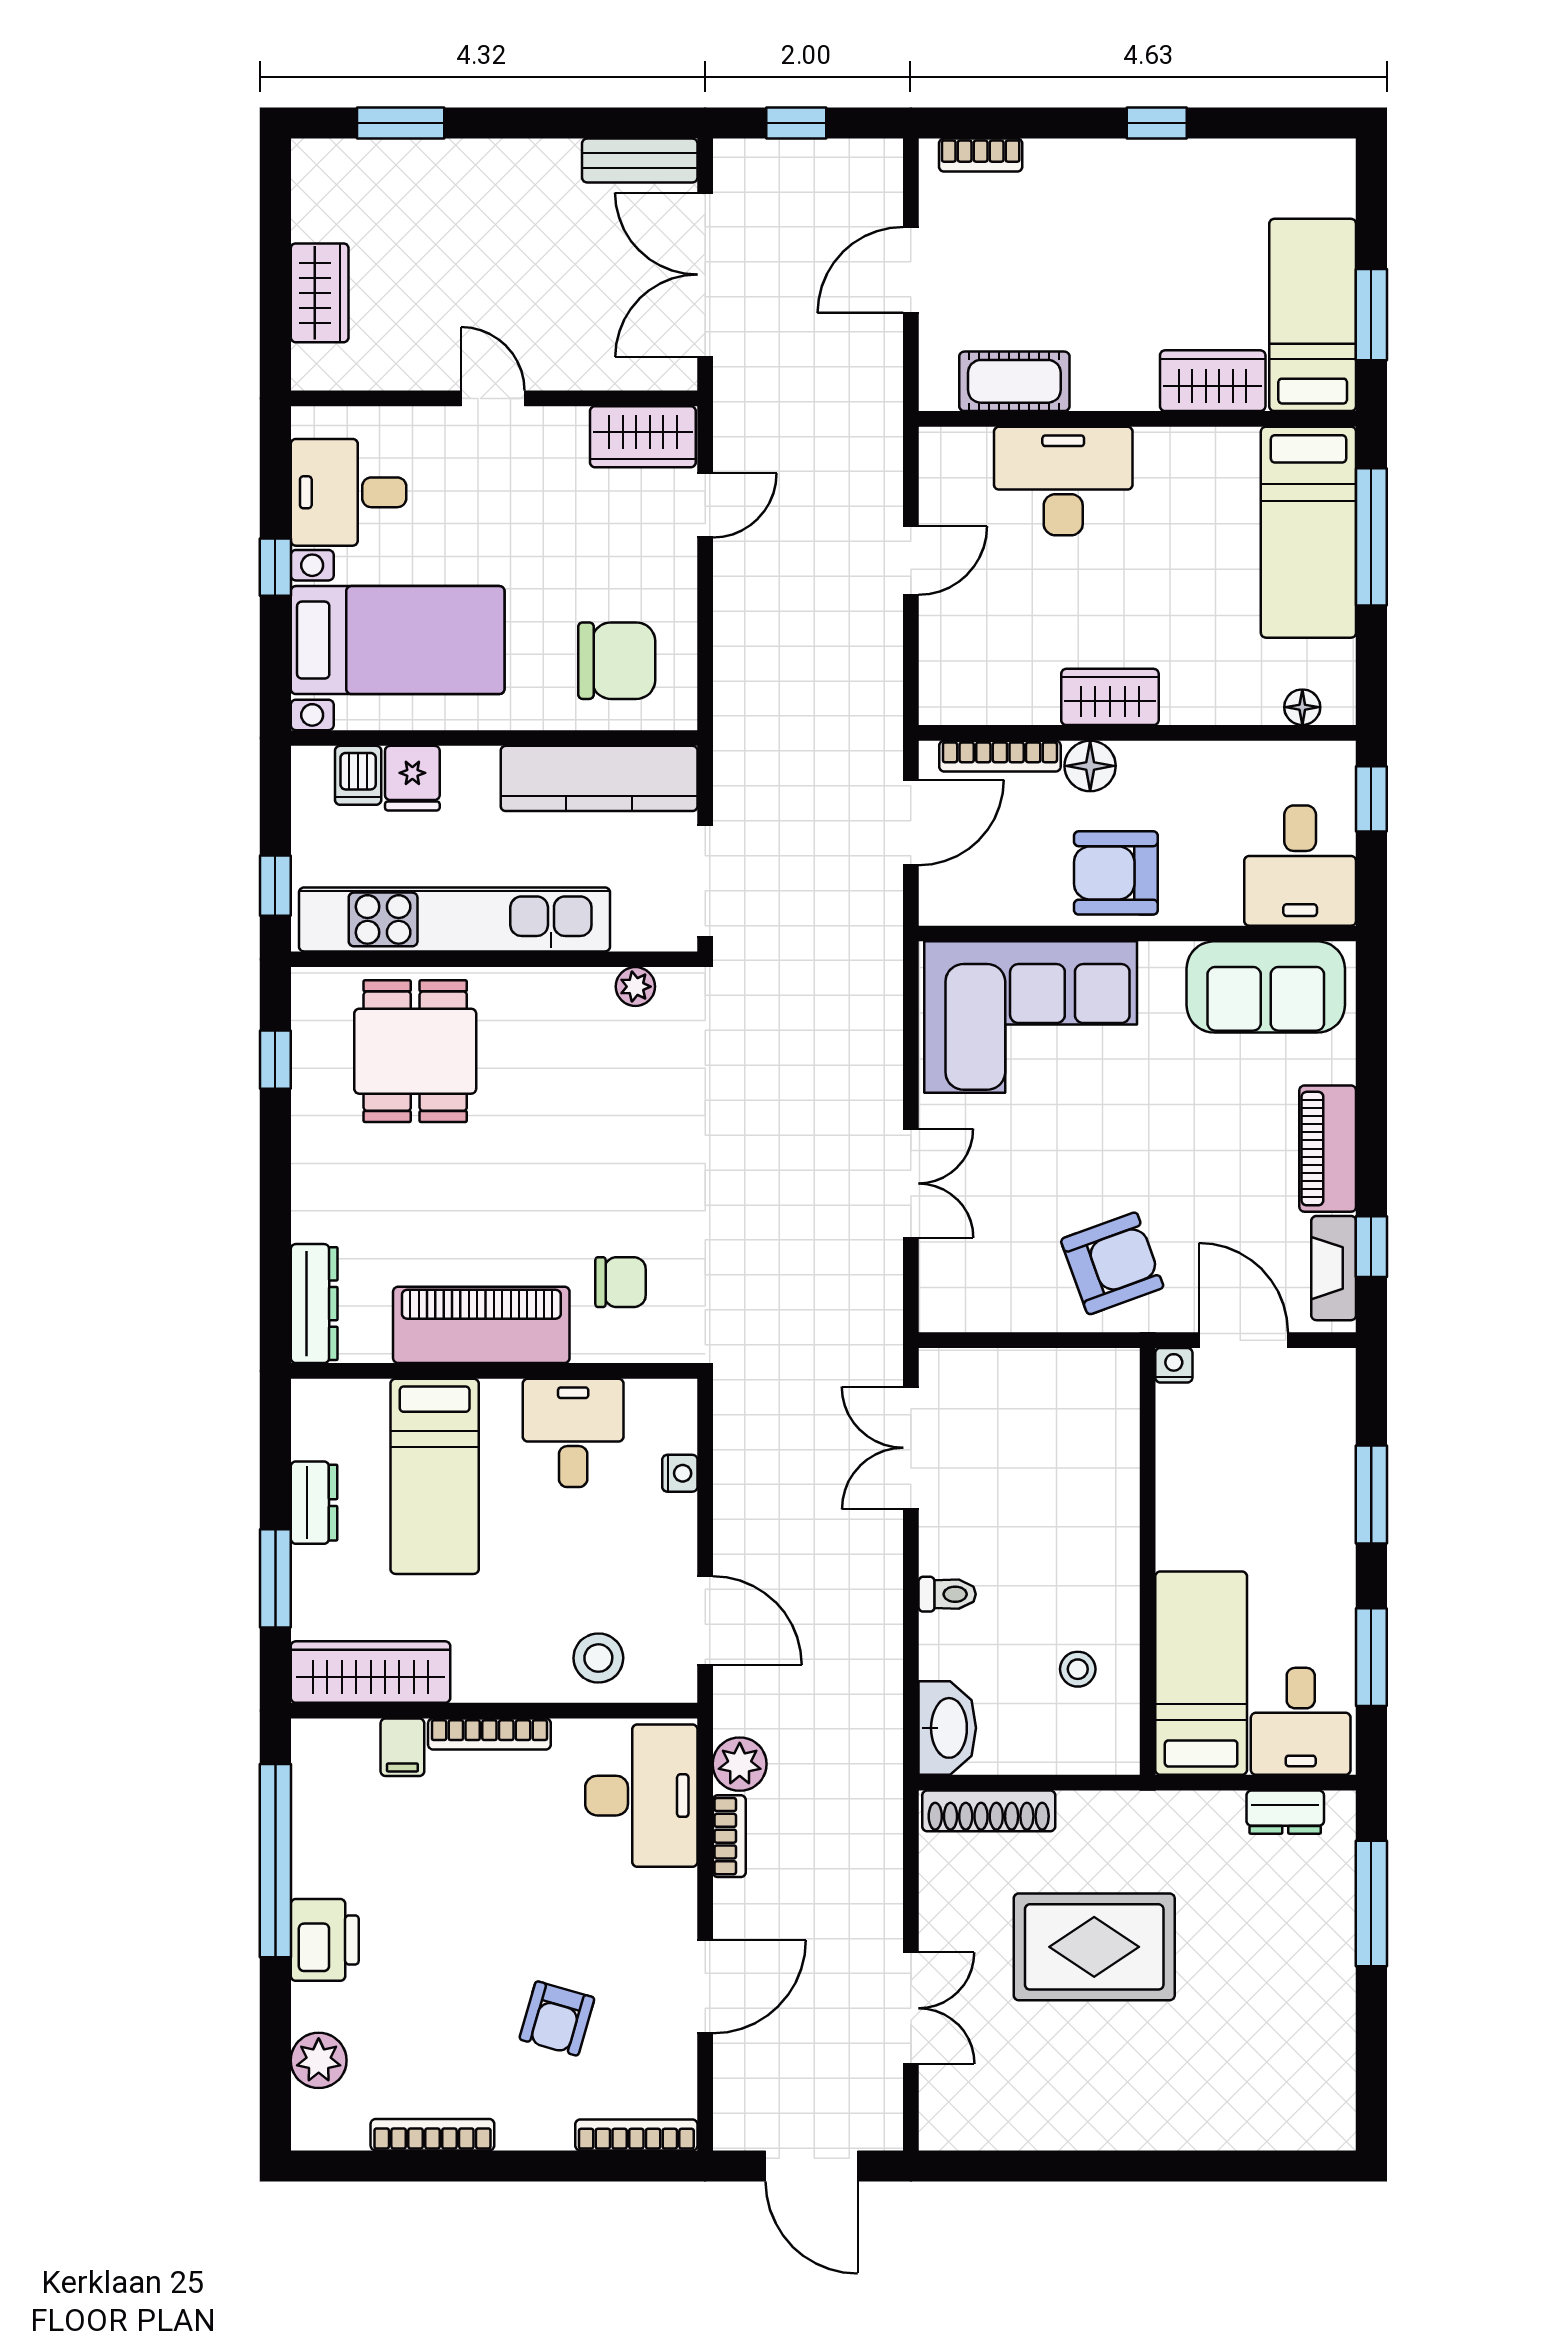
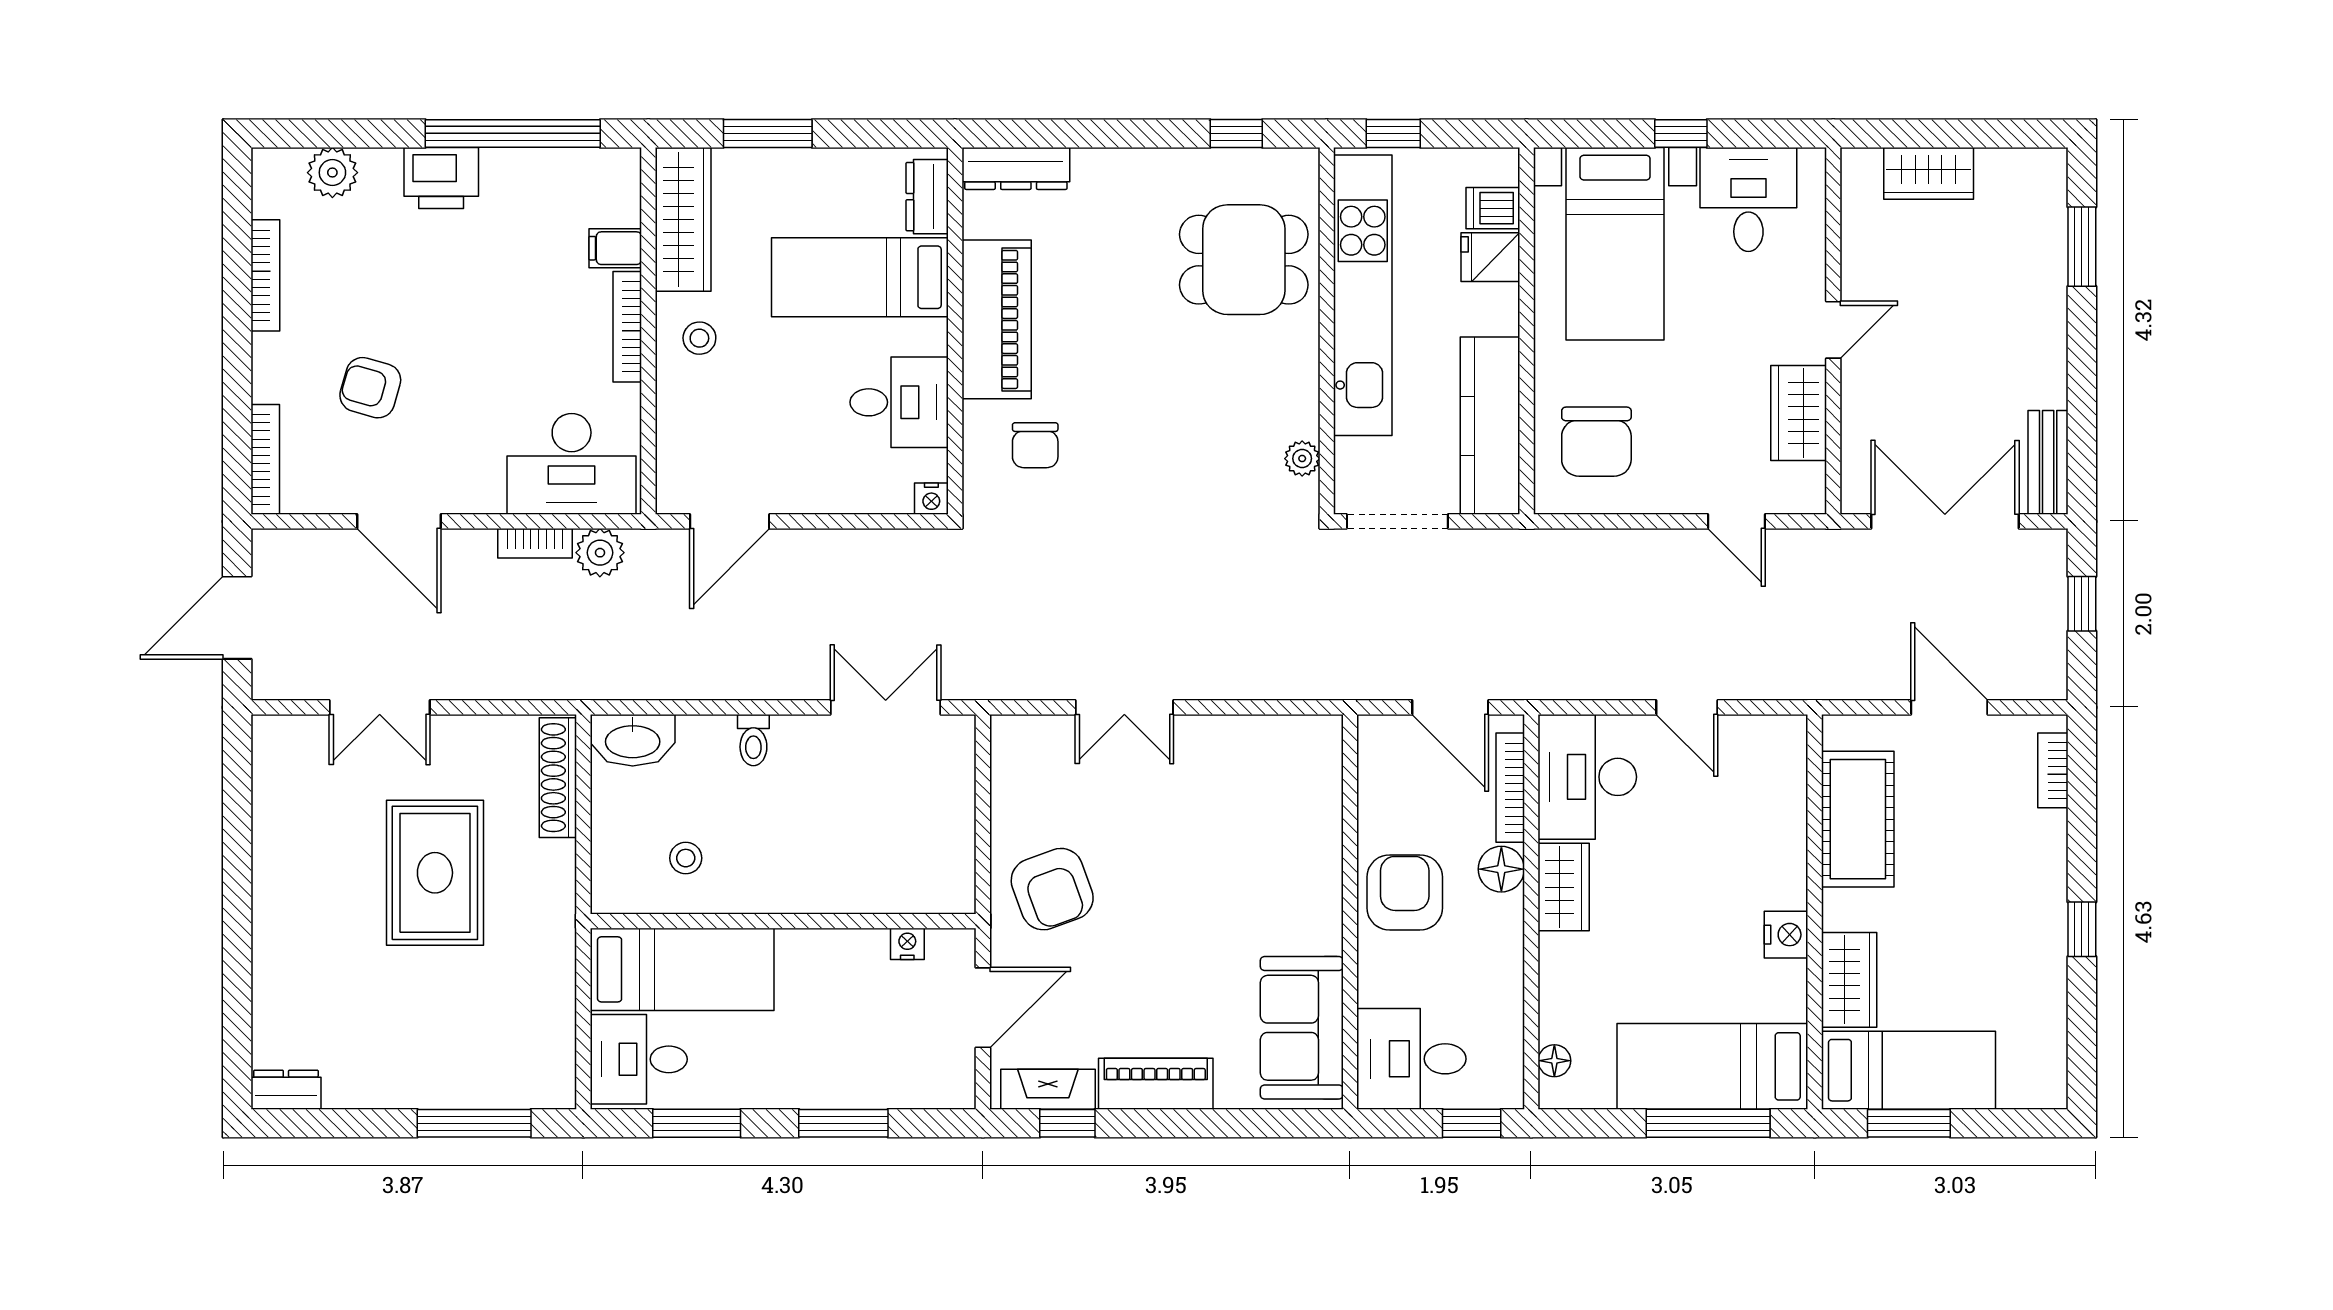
cot: (1014, 381) -> (1858, 819), width x1.37, depth x1.34
wardrobe: (643, 437) -> (1799, 413), moved
nightstand: (1163, 451) -> (1786, 935), added
desk: (1063, 481) -> (1587, 777), moved, turned 180
corner sofa: (1031, 1017) -> (1275, 815), removed
nightstand: (1174, 1365) -> (907, 944), moved, turned -90
nightstand: (680, 1473) -> (931, 499), moved
dresser: (314, 1503) -> (927, 197), moved, turned 90
stool: (598, 1658) -> (699, 338), moved, width x0.73, depth x0.73
dresser: (1285, 1812) -> (286, 1090), moved, turned 90

